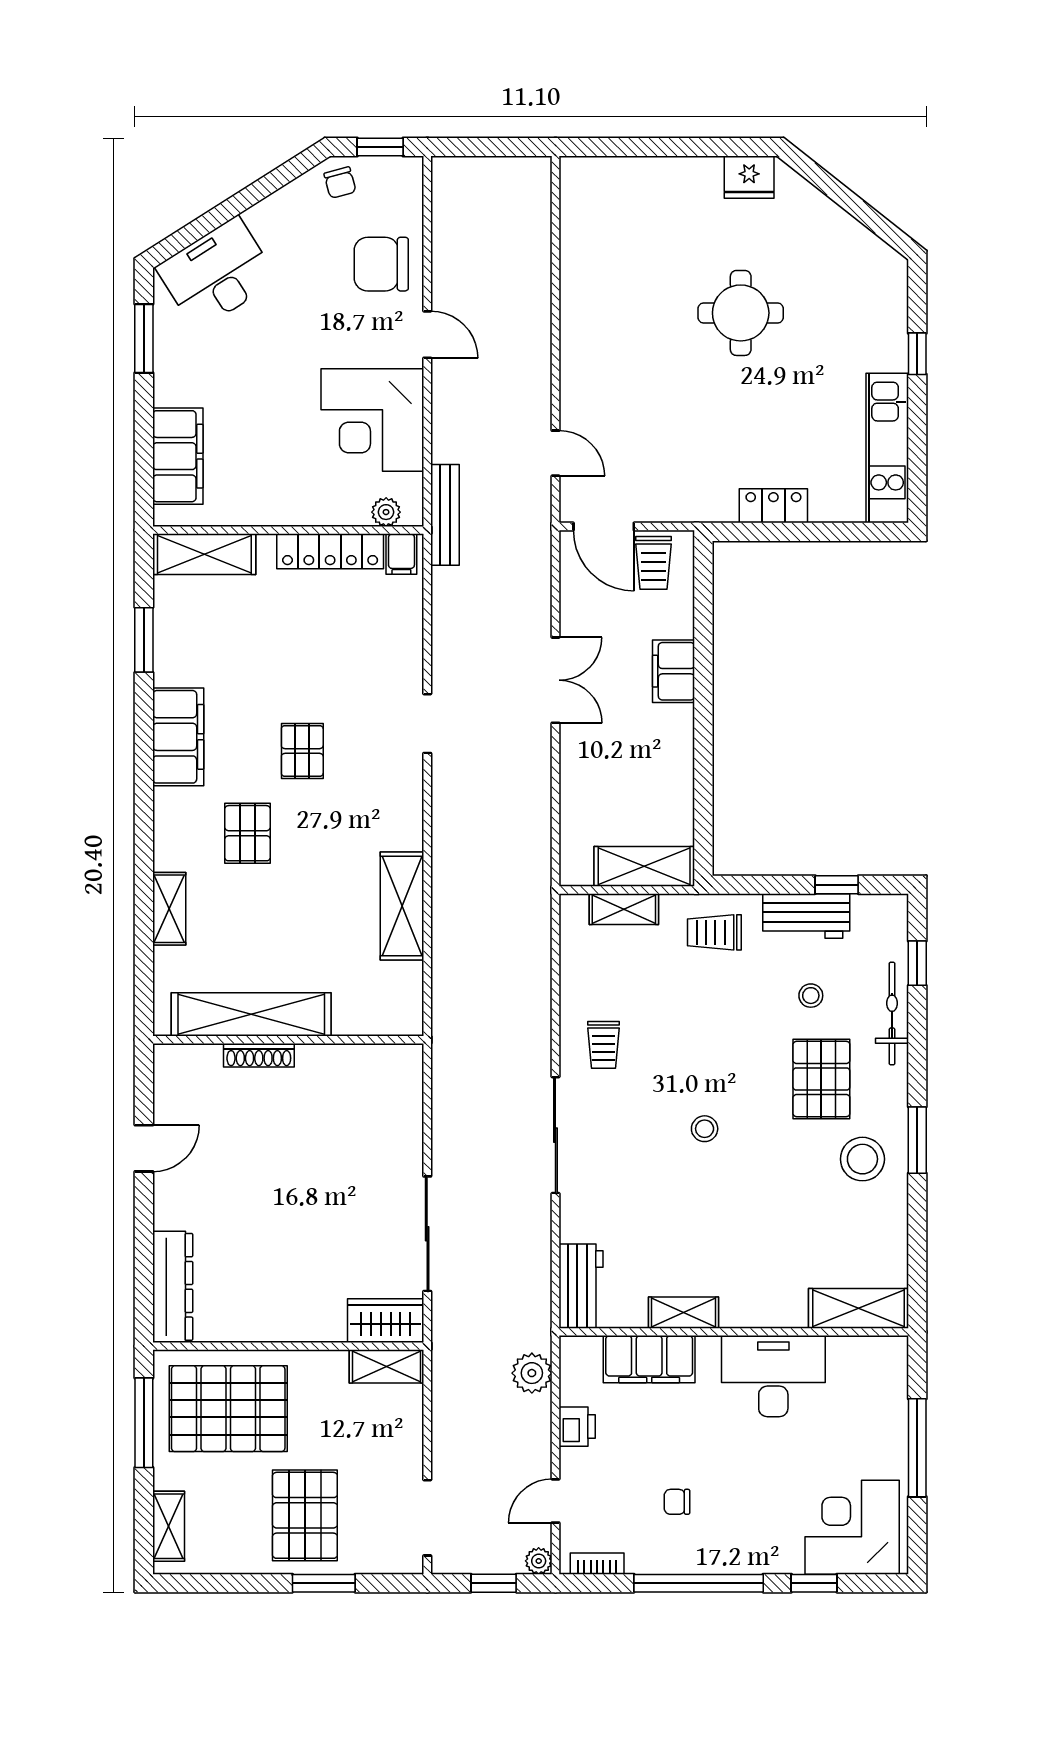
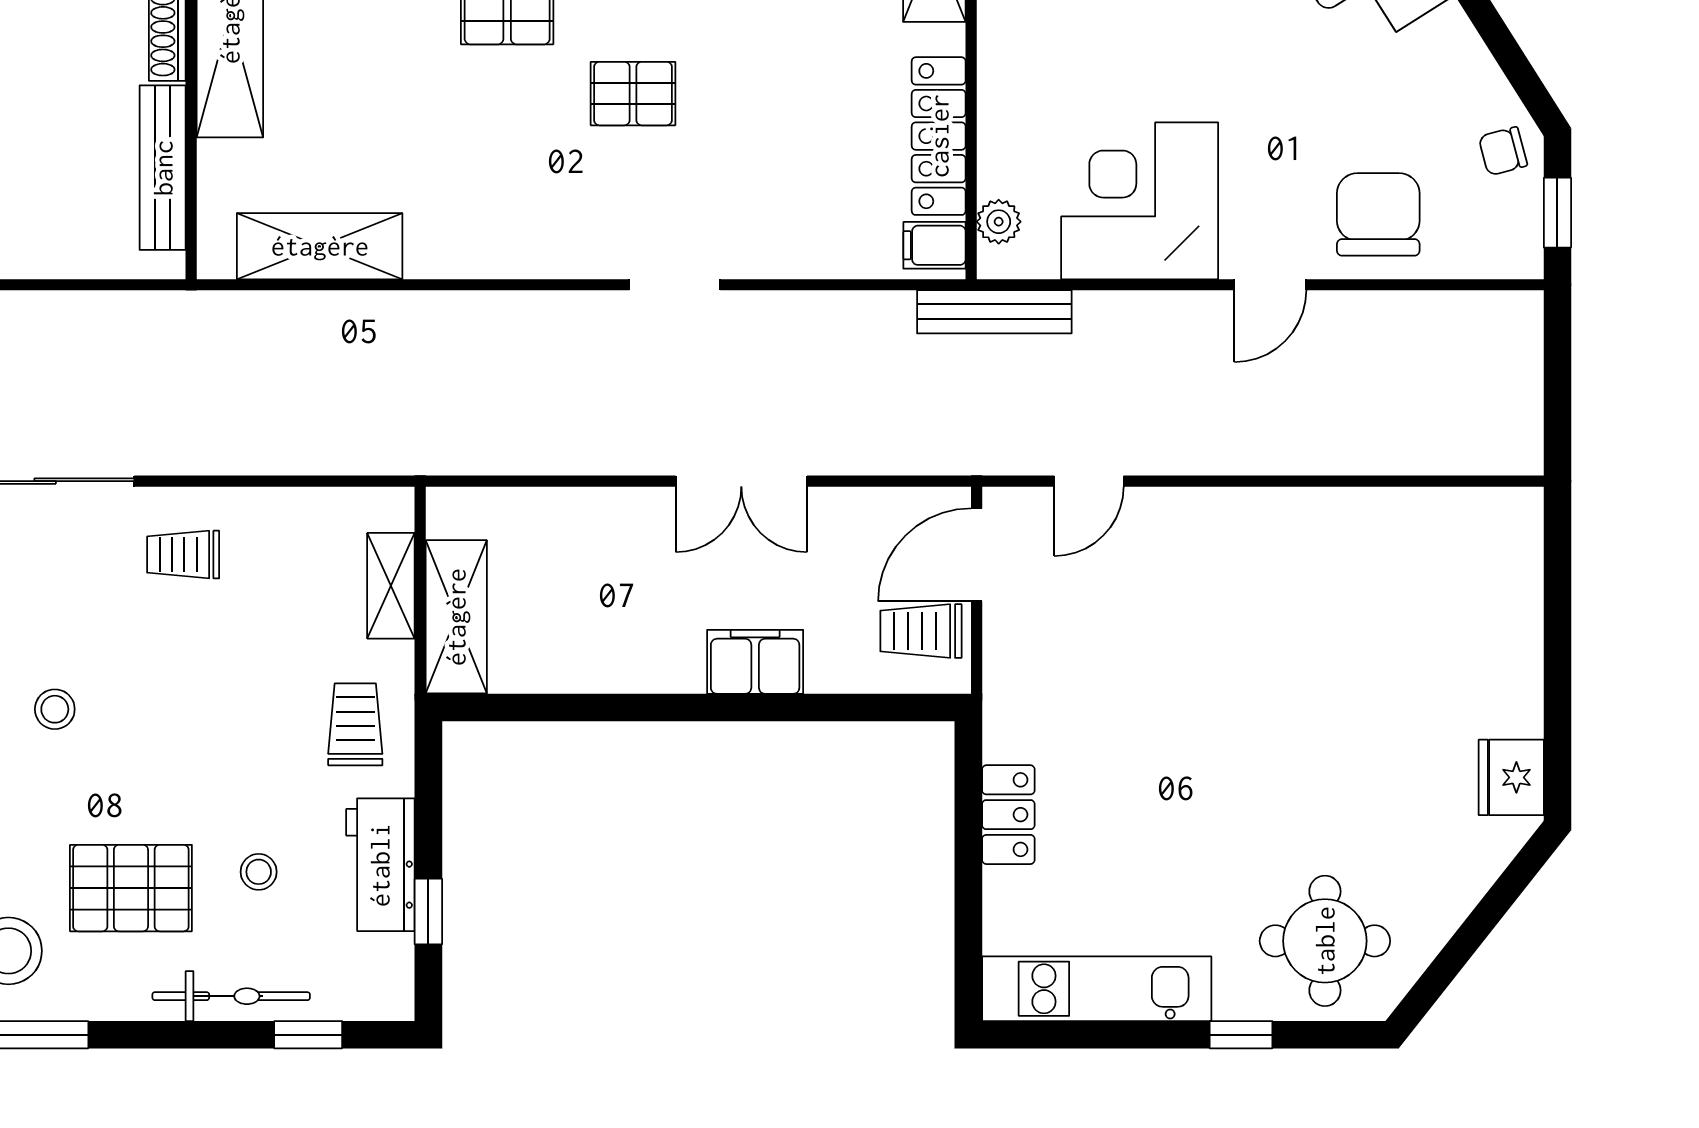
round table: (741, 313) -> (1325, 941), moved
shelving: (402, 906) -> (320, 246), moved
bench: (351, 1058) -> (163, 168), added

